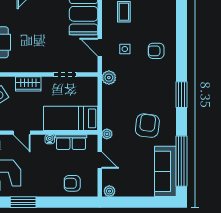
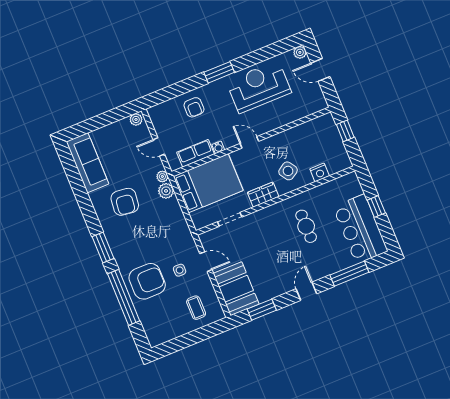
armchair: (156, 51) -> (147, 281), width x1.88, depth x1.88
plant: (109, 78) -> (166, 191), moved
bed: (71, 118) -> (208, 183), width x1.50
window: (181, 161) -> (124, 297), moved
armchair: (72, 183) -> (194, 107), moved, turned 90

